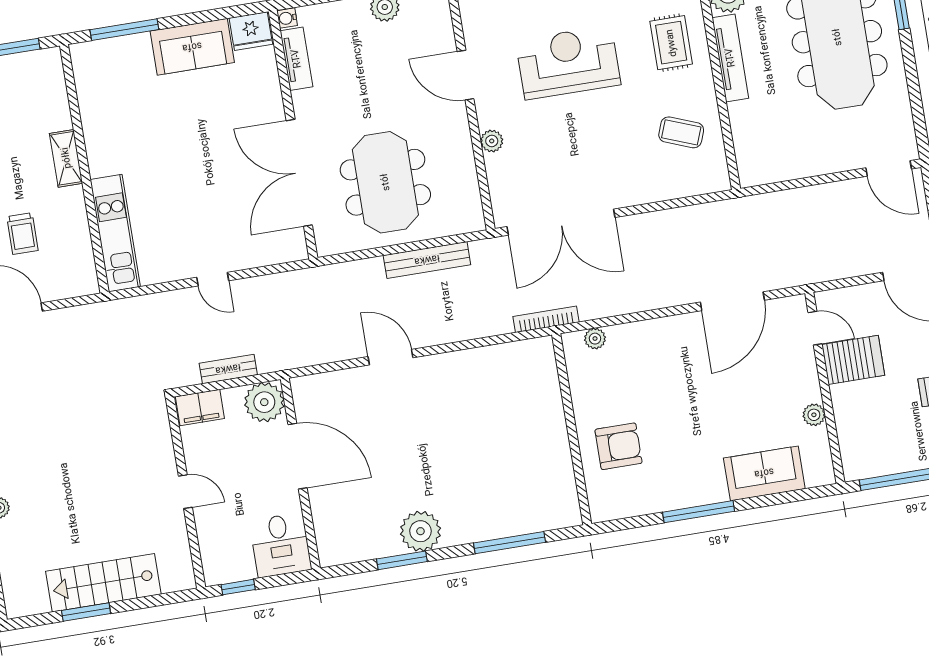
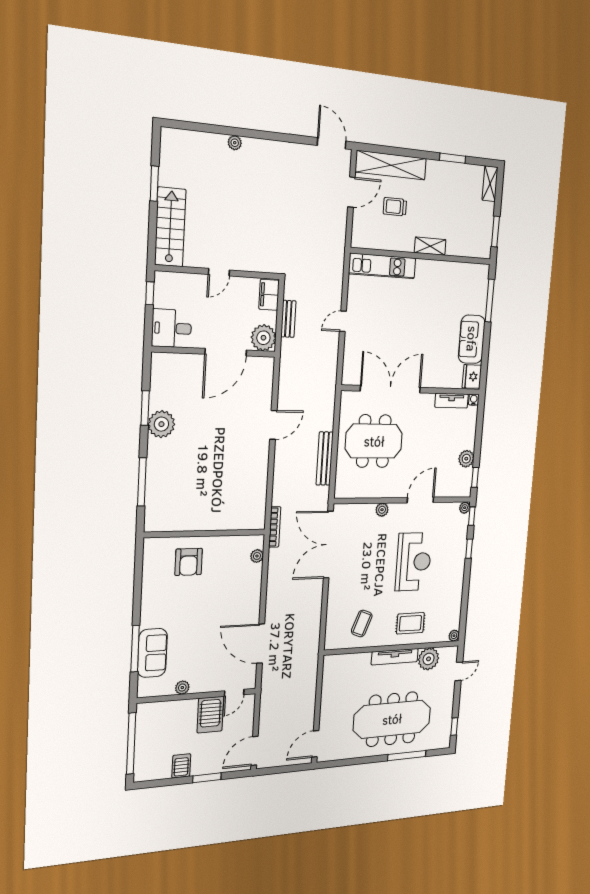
window: (699, 512) -> (135, 649), moved
stairs: (103, 583) -> (170, 227), moved

